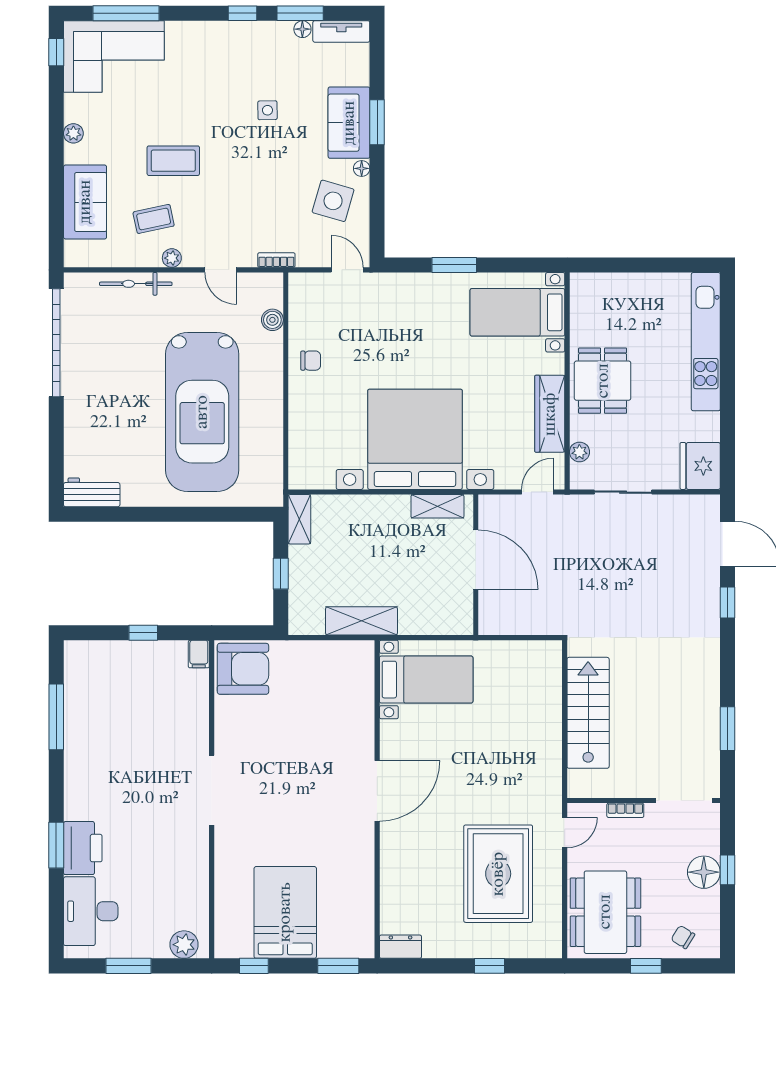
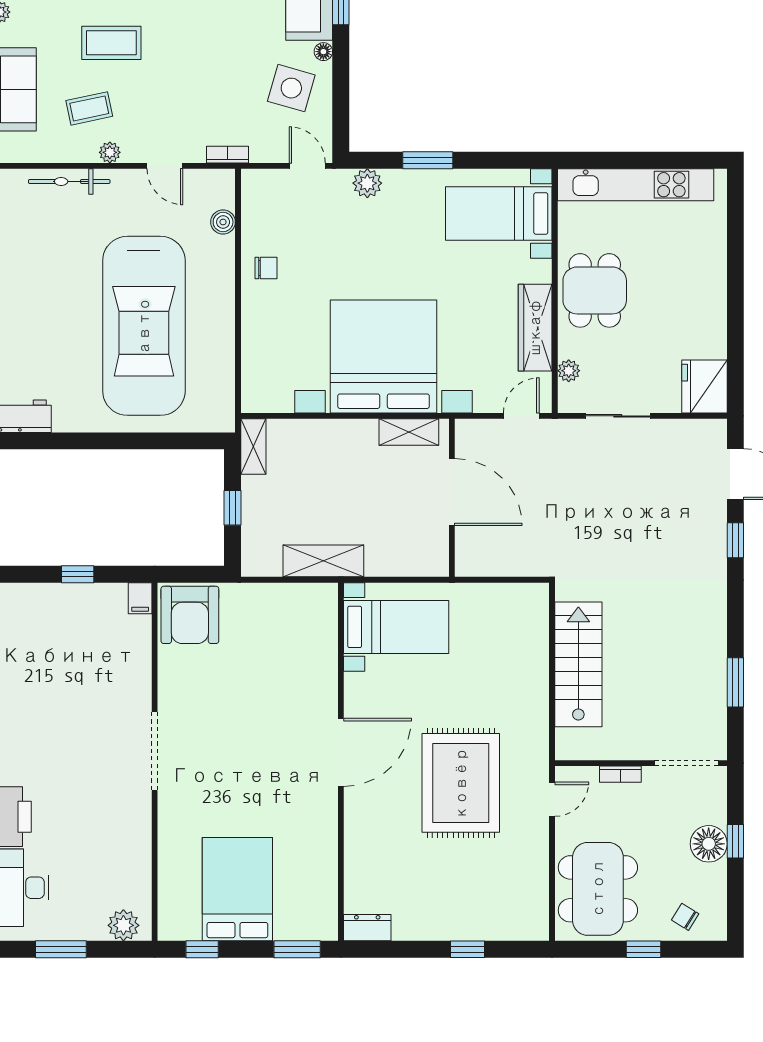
plant: (401, 285) -> (367, 183), added
kitchen unit: (706, 342) -> (636, 185), moved, turned -90
armchair: (243, 669) -> (190, 615), turned 90
rug: (498, 874) -> (461, 783), moved

